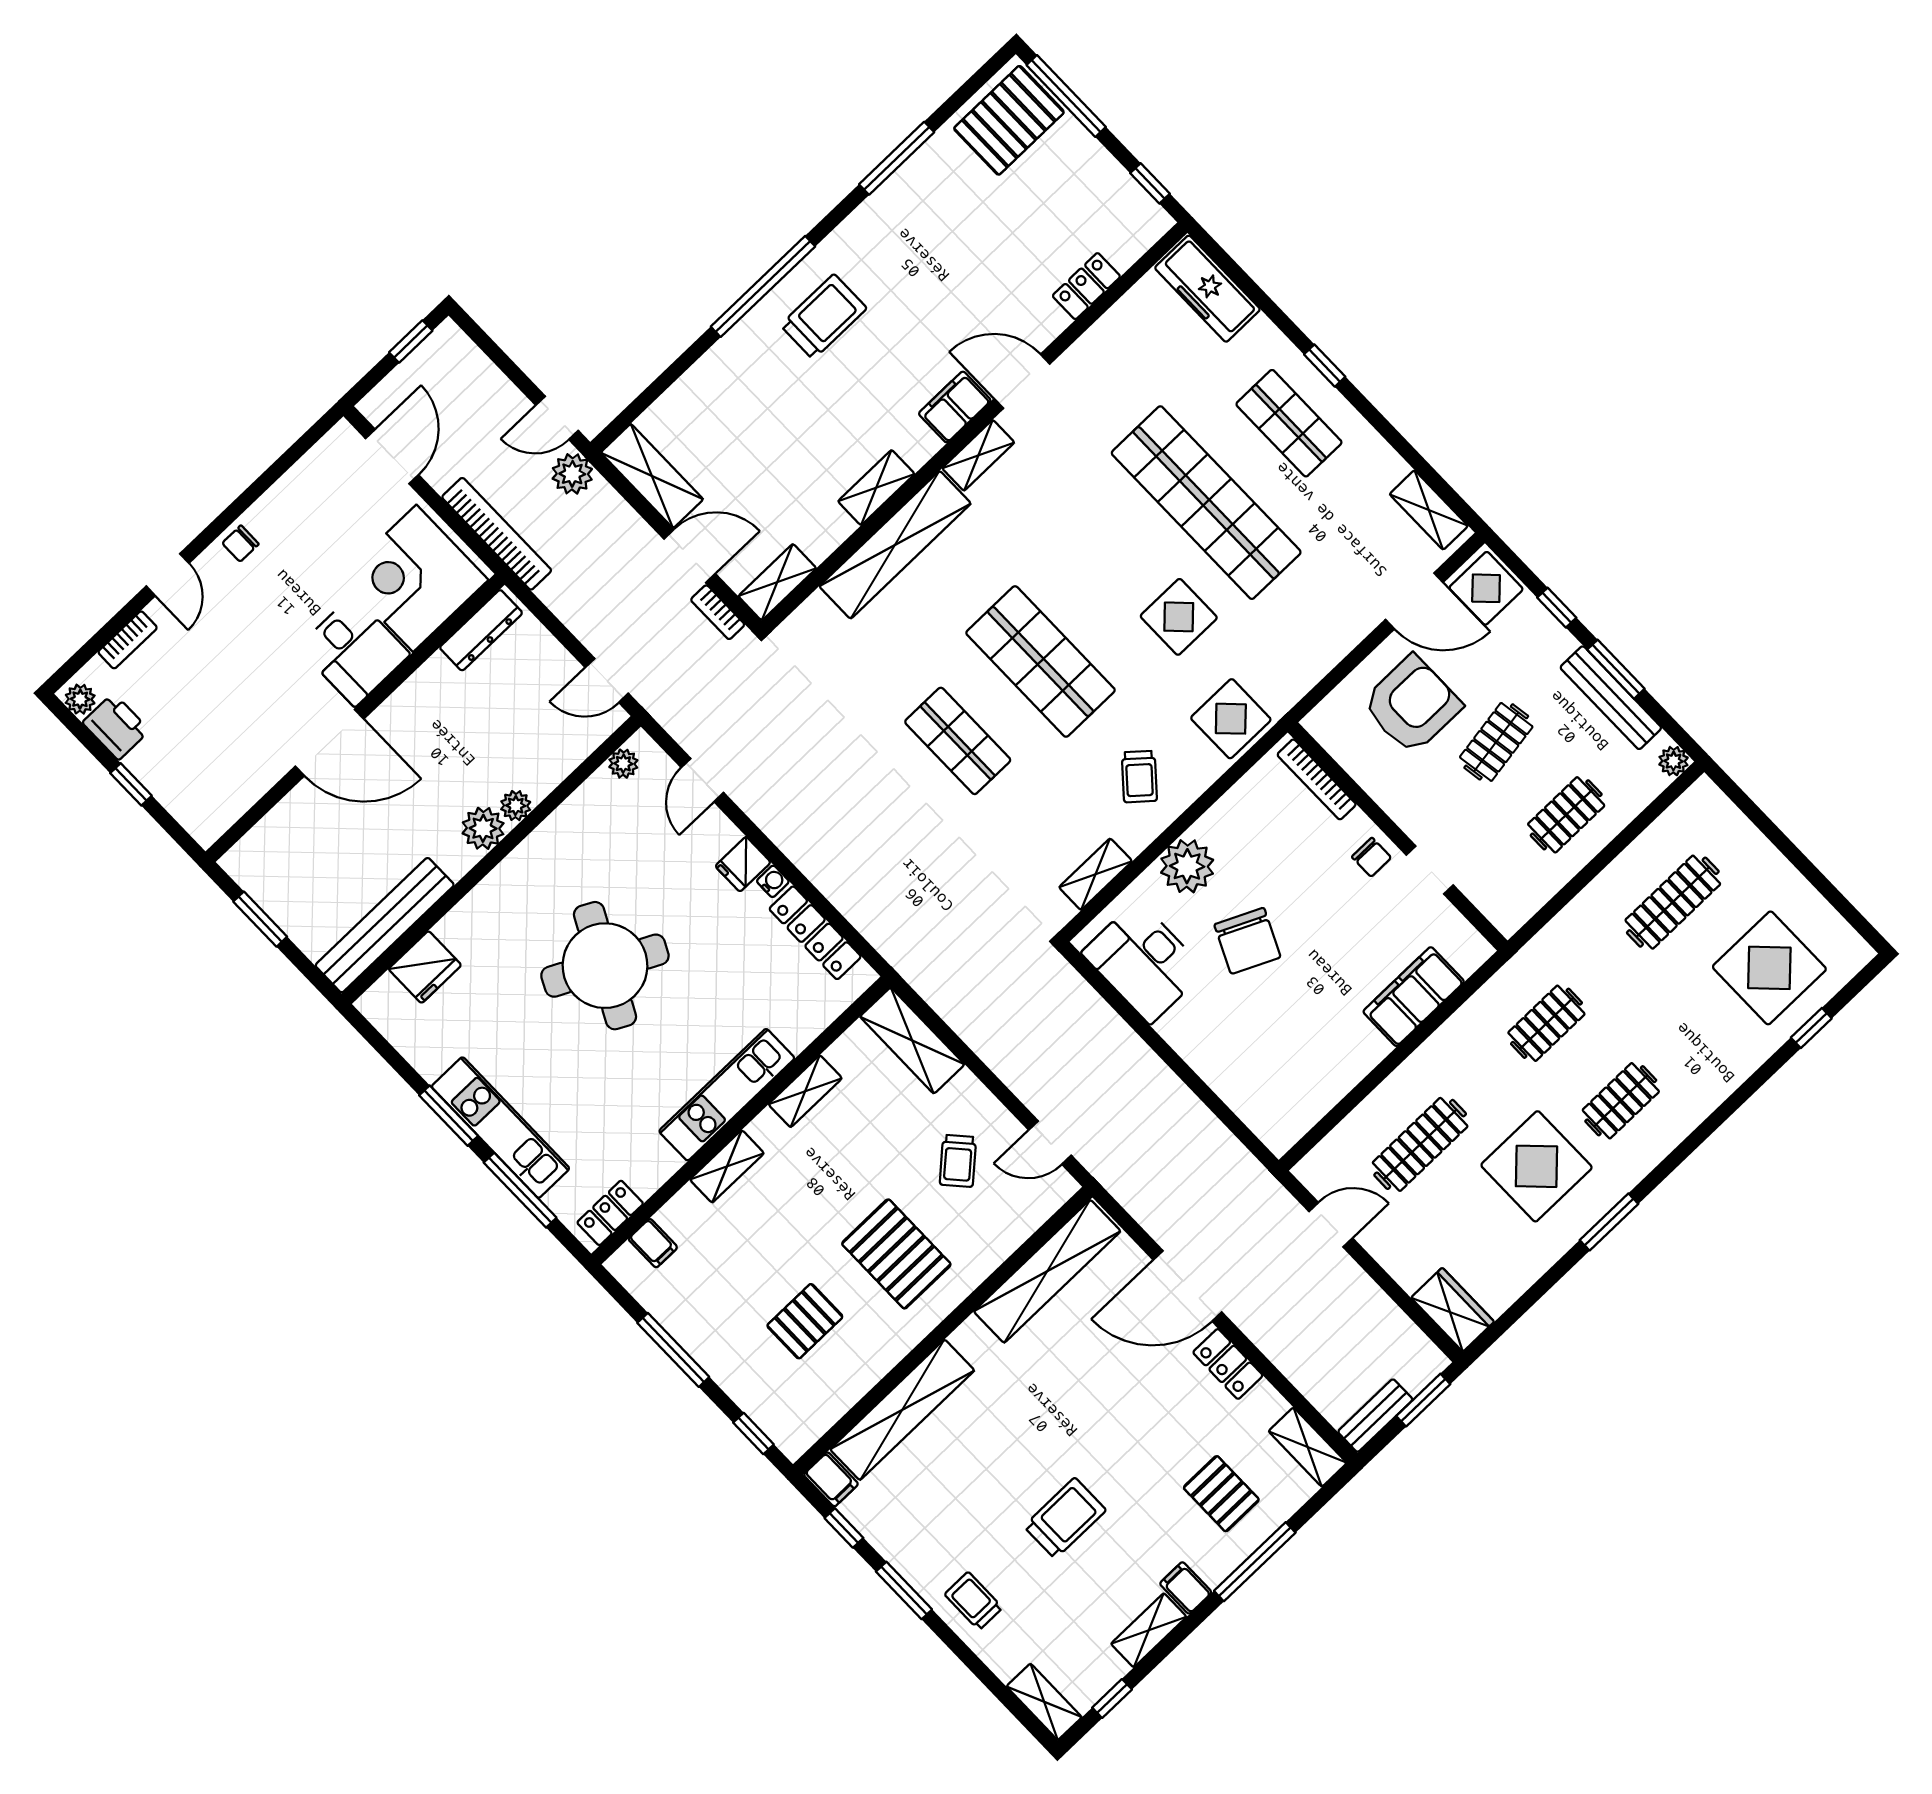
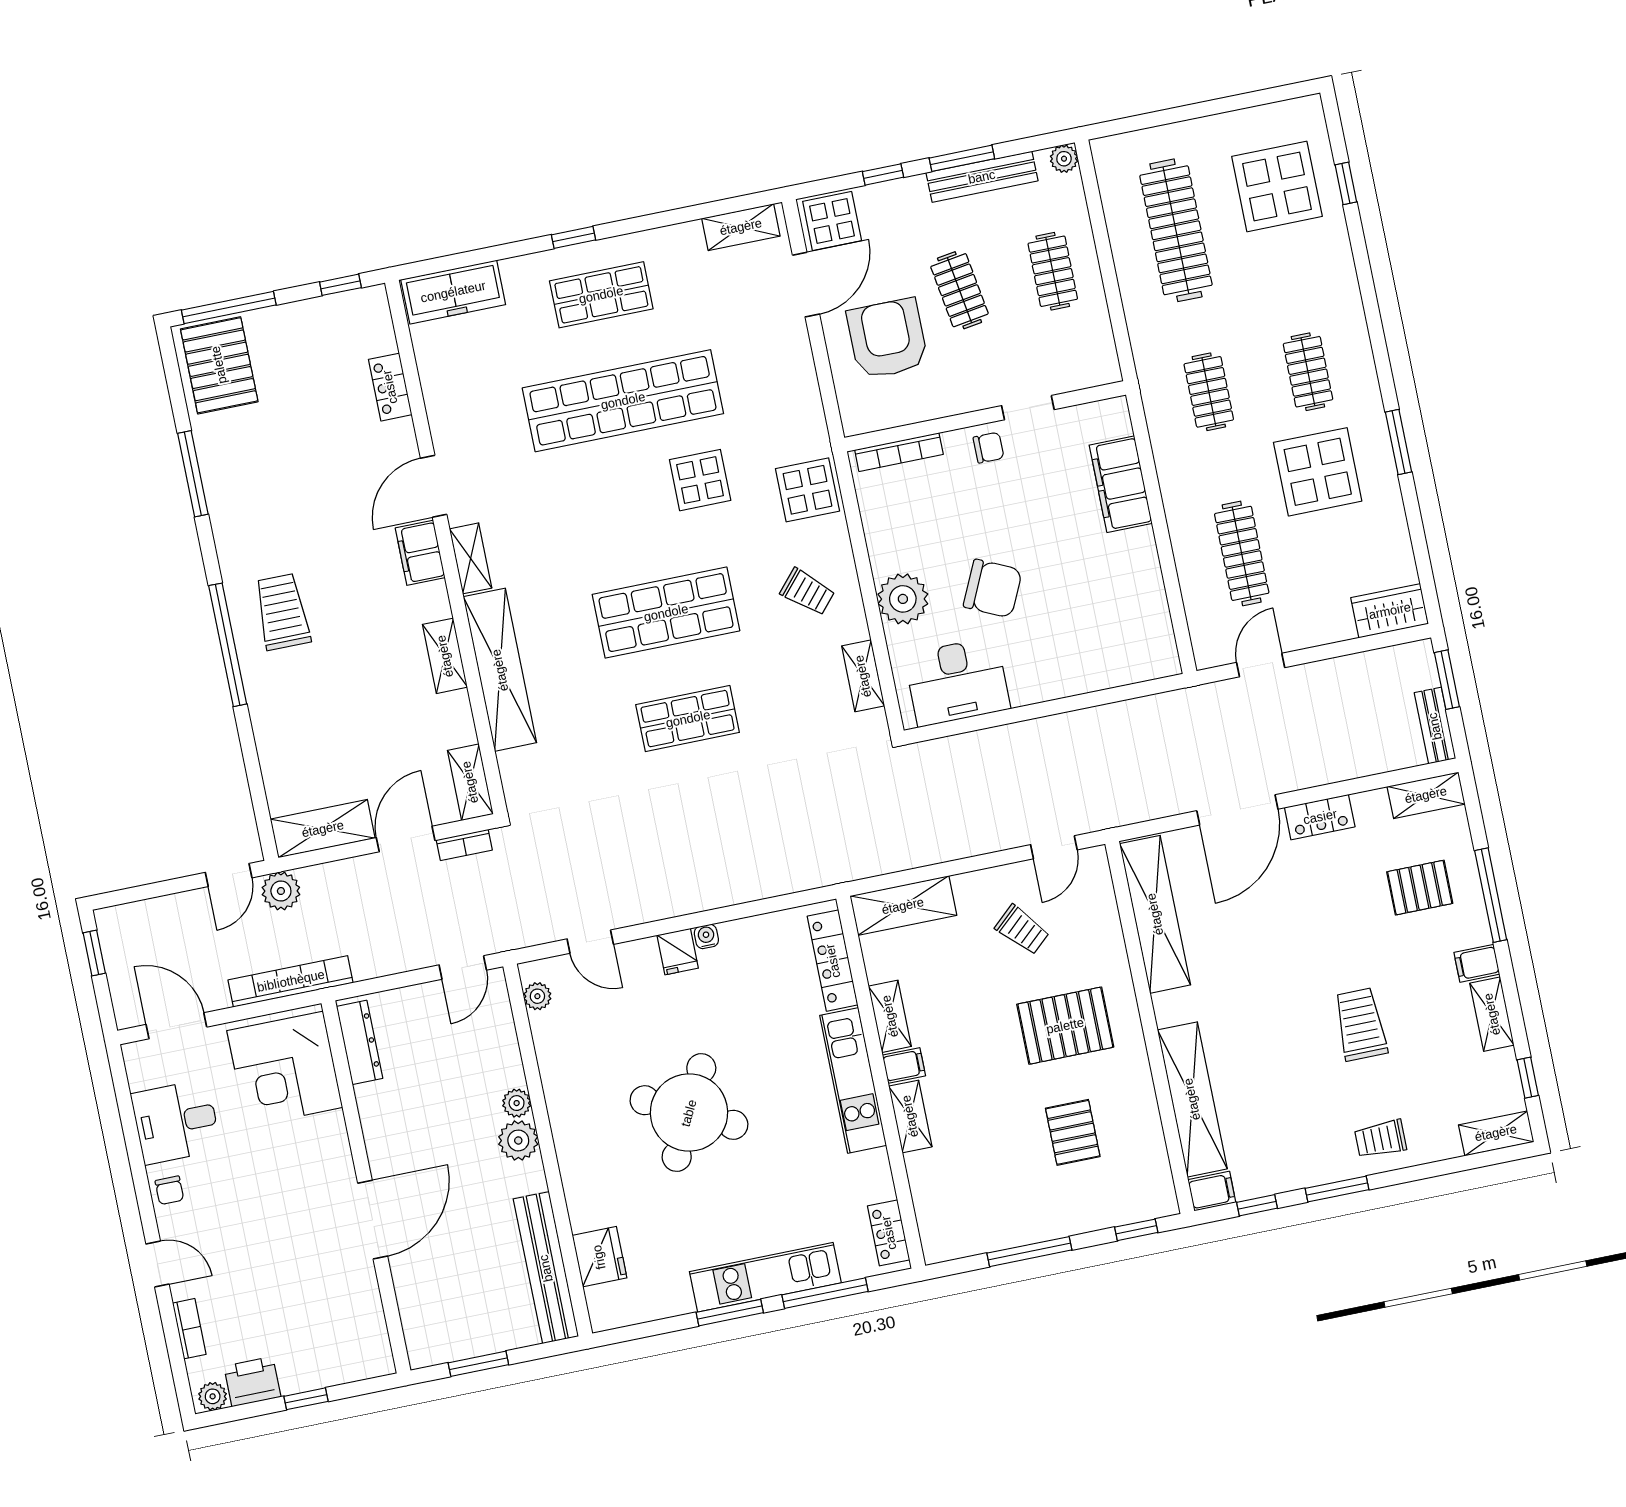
desk: (354, 651) -> (176, 1122), moved, turned 180
clothes rail: (1673, 902) -> (1176, 230), width x1.37, depth x1.31
locker: (815, 933) -> (833, 961), moved, turned 90
filing cabinet: (653, 1243) -> (904, 1065), moved

